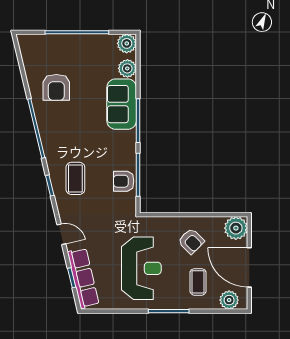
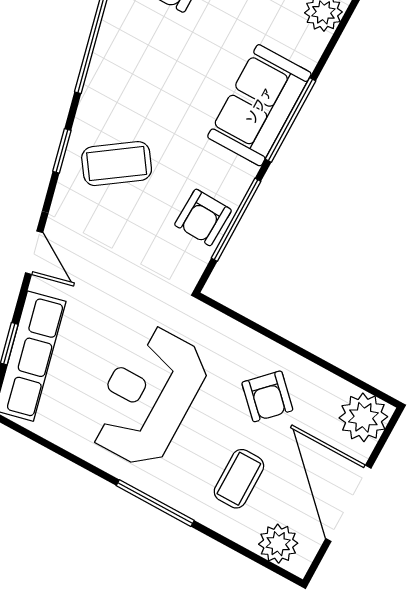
sofa: (122, 104) -> (259, 105), moved
coffee table: (75, 178) -> (117, 164), turned 55
armchair: (124, 181) -> (203, 217), turned -88
reception desk: (141, 268) -> (148, 396), turned 180

